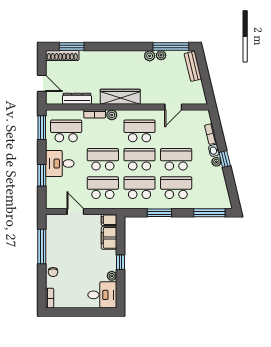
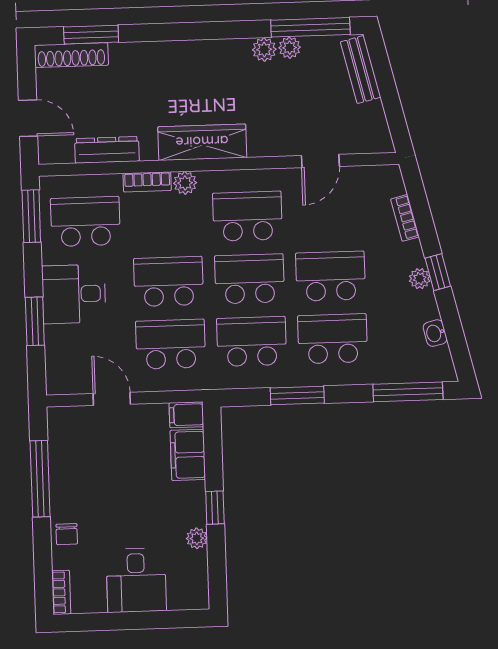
washbasin: (214, 150) -> (435, 333), moved
desk: (102, 295) -> (136, 580), moved, turned 90

